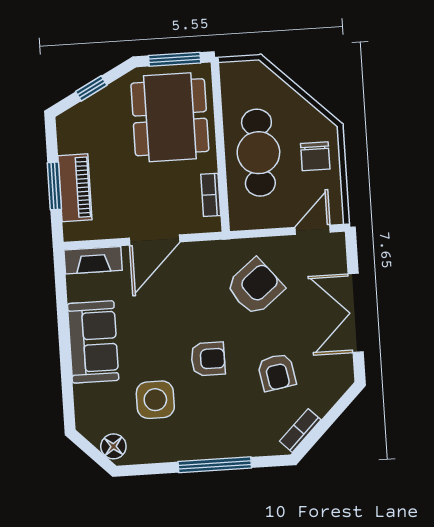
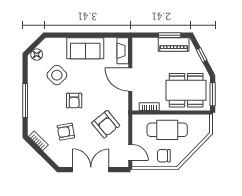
window: (54, 186) -> (170, 35), moved
piano: (75, 188) -> (174, 44), moved
side table: (155, 400) -> (57, 75), turned 45

